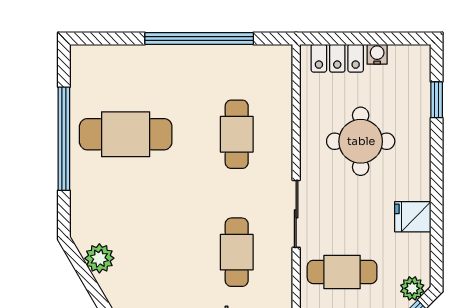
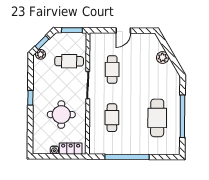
window: (437, 100) -> (30, 98), moved
cafe table: (126, 134) -> (157, 118), turned 90
fridge: (413, 217) -> (40, 84), removed
plant: (99, 258) -> (163, 58), moved

